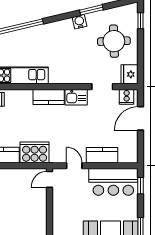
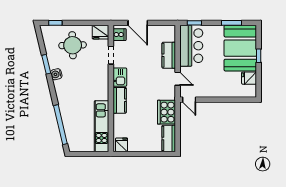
door: (74, 166) -> (178, 79), swing flipped

